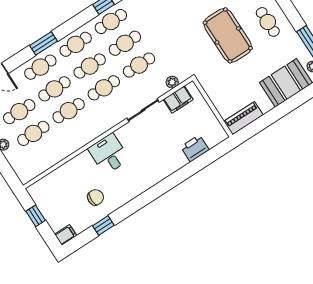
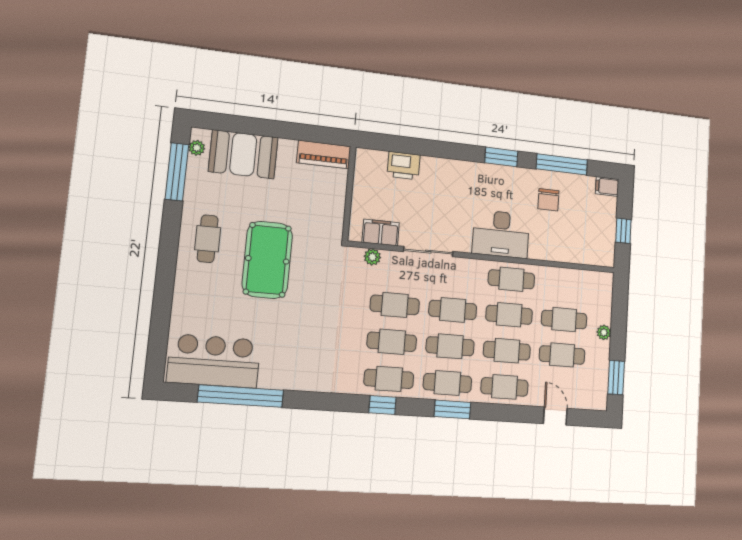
window: (43, 43) -> (452, 409), moved
cafe table: (83, 132) -> (511, 279), added
desk: (109, 154) -> (501, 234), width x1.37
chair: (96, 197) -> (548, 200), turned -90
window: (143, 200) -> (501, 157), added
window: (103, 226) -> (562, 164), width x2.17

